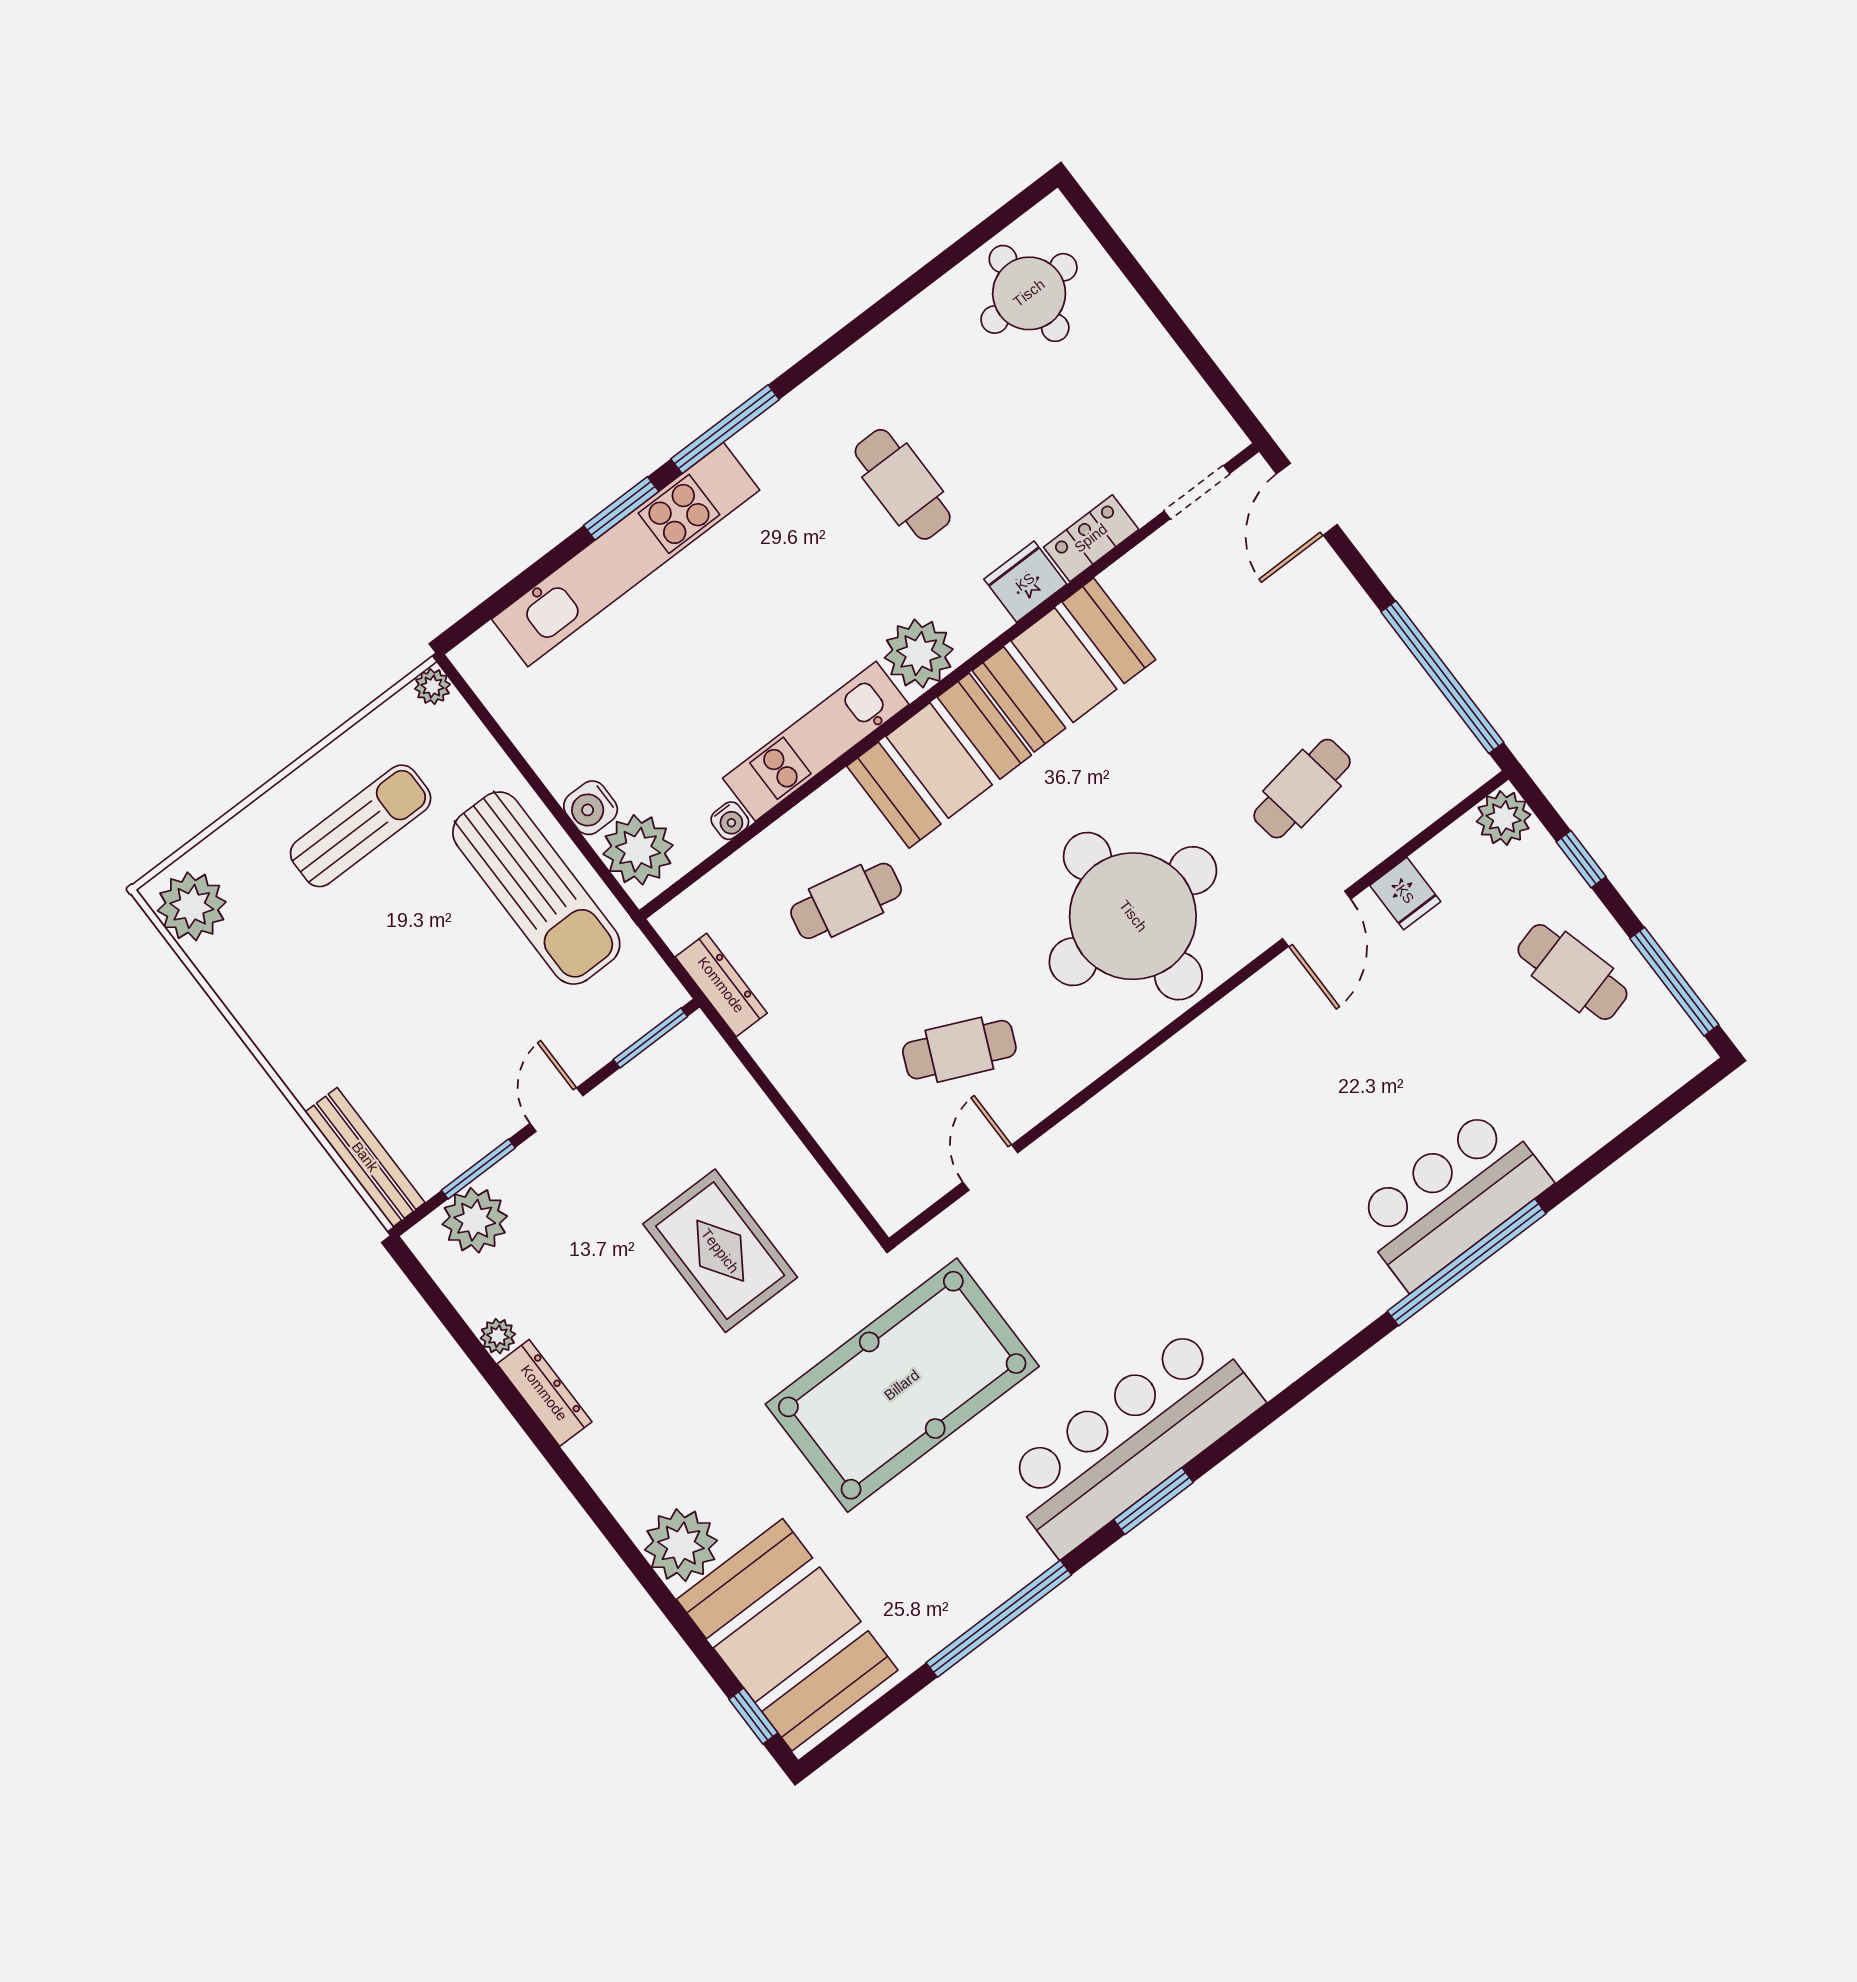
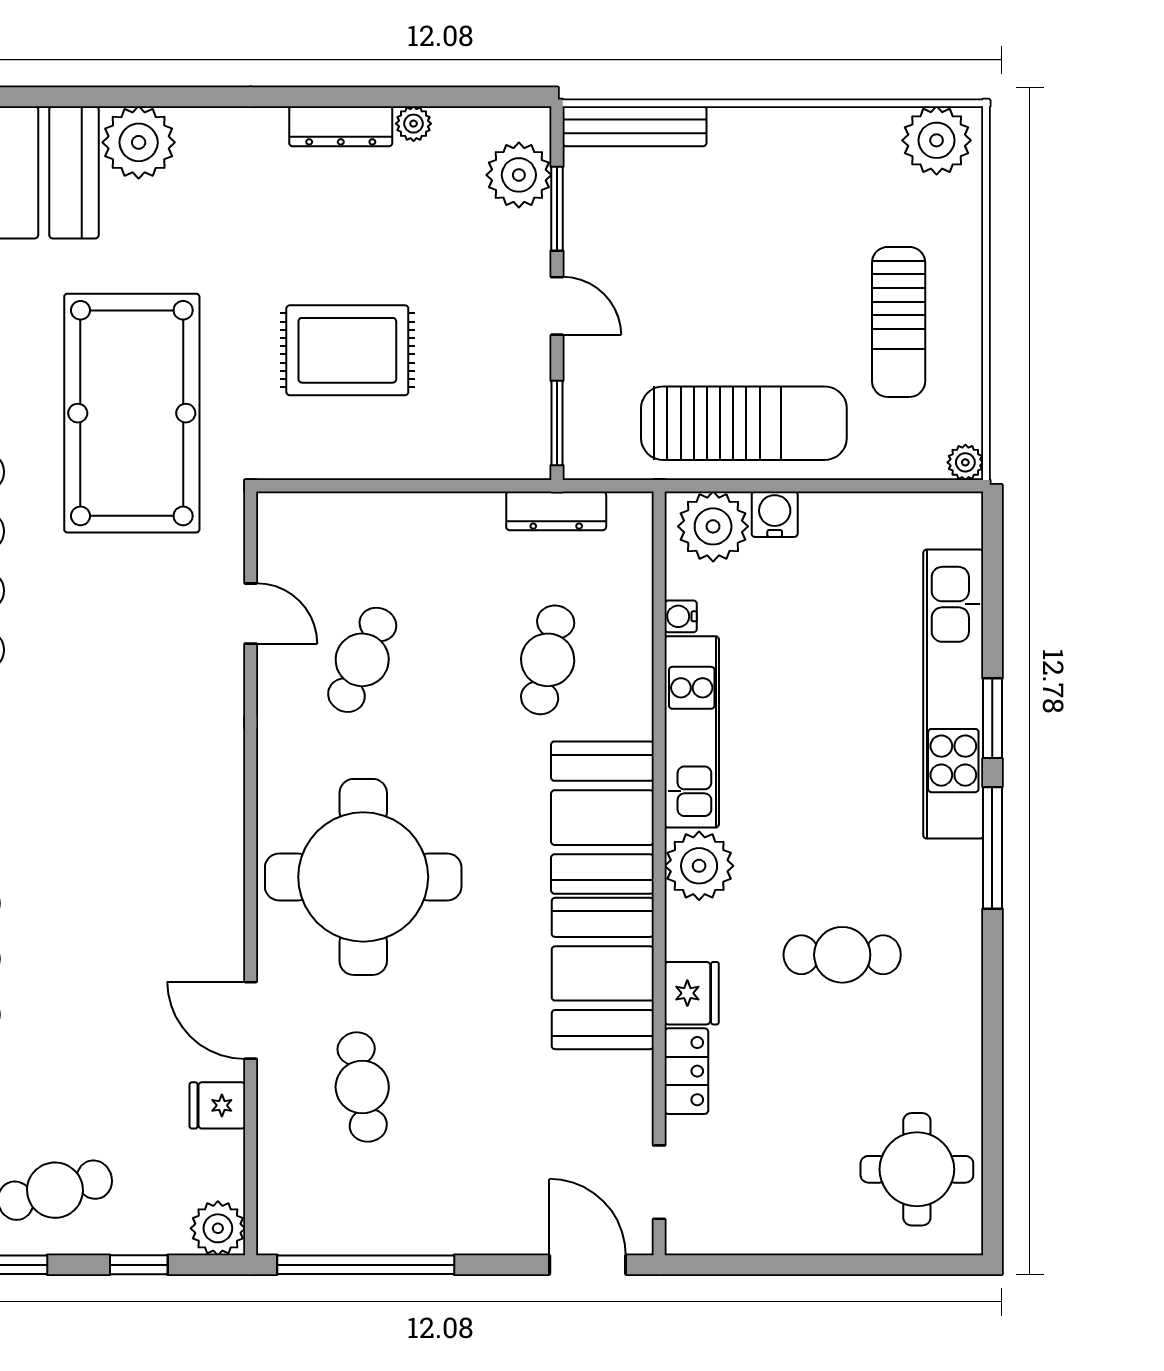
sun lounger: (536, 888) -> (744, 423), turned 180

